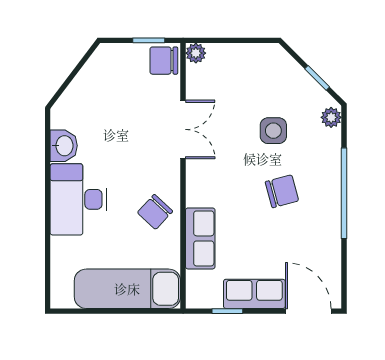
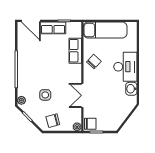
chair: (282, 191) -> (53, 121), moved

